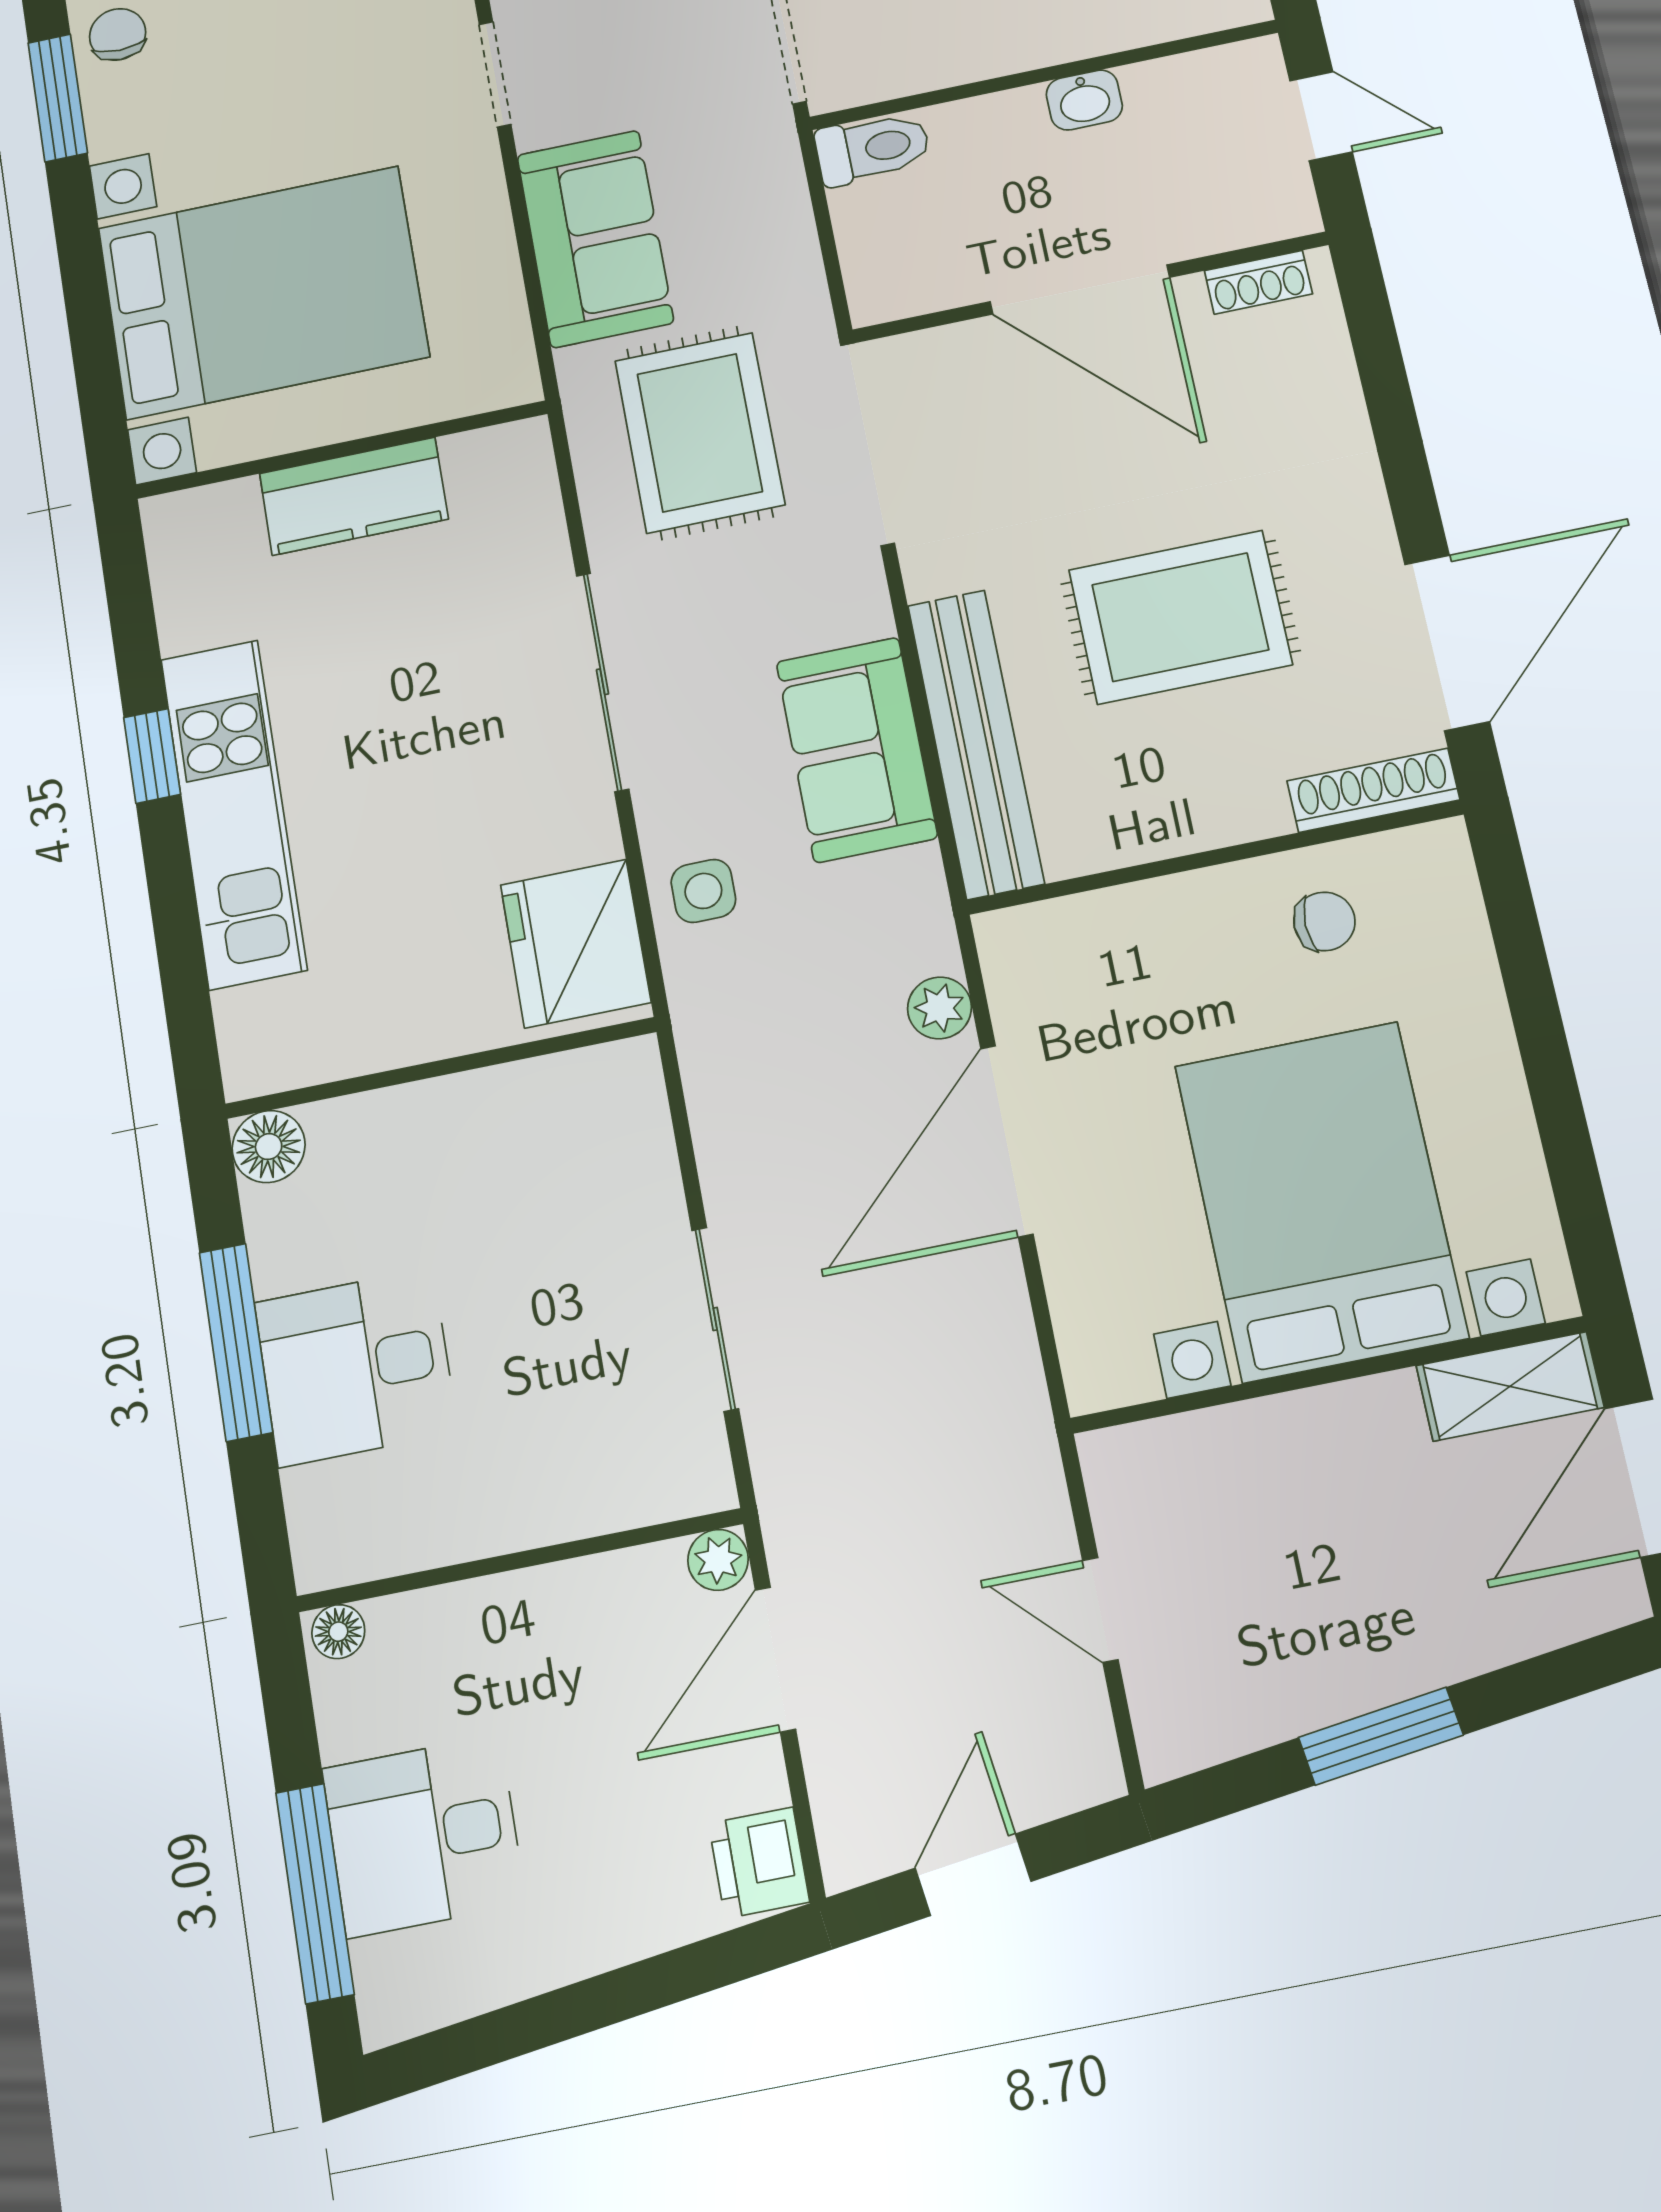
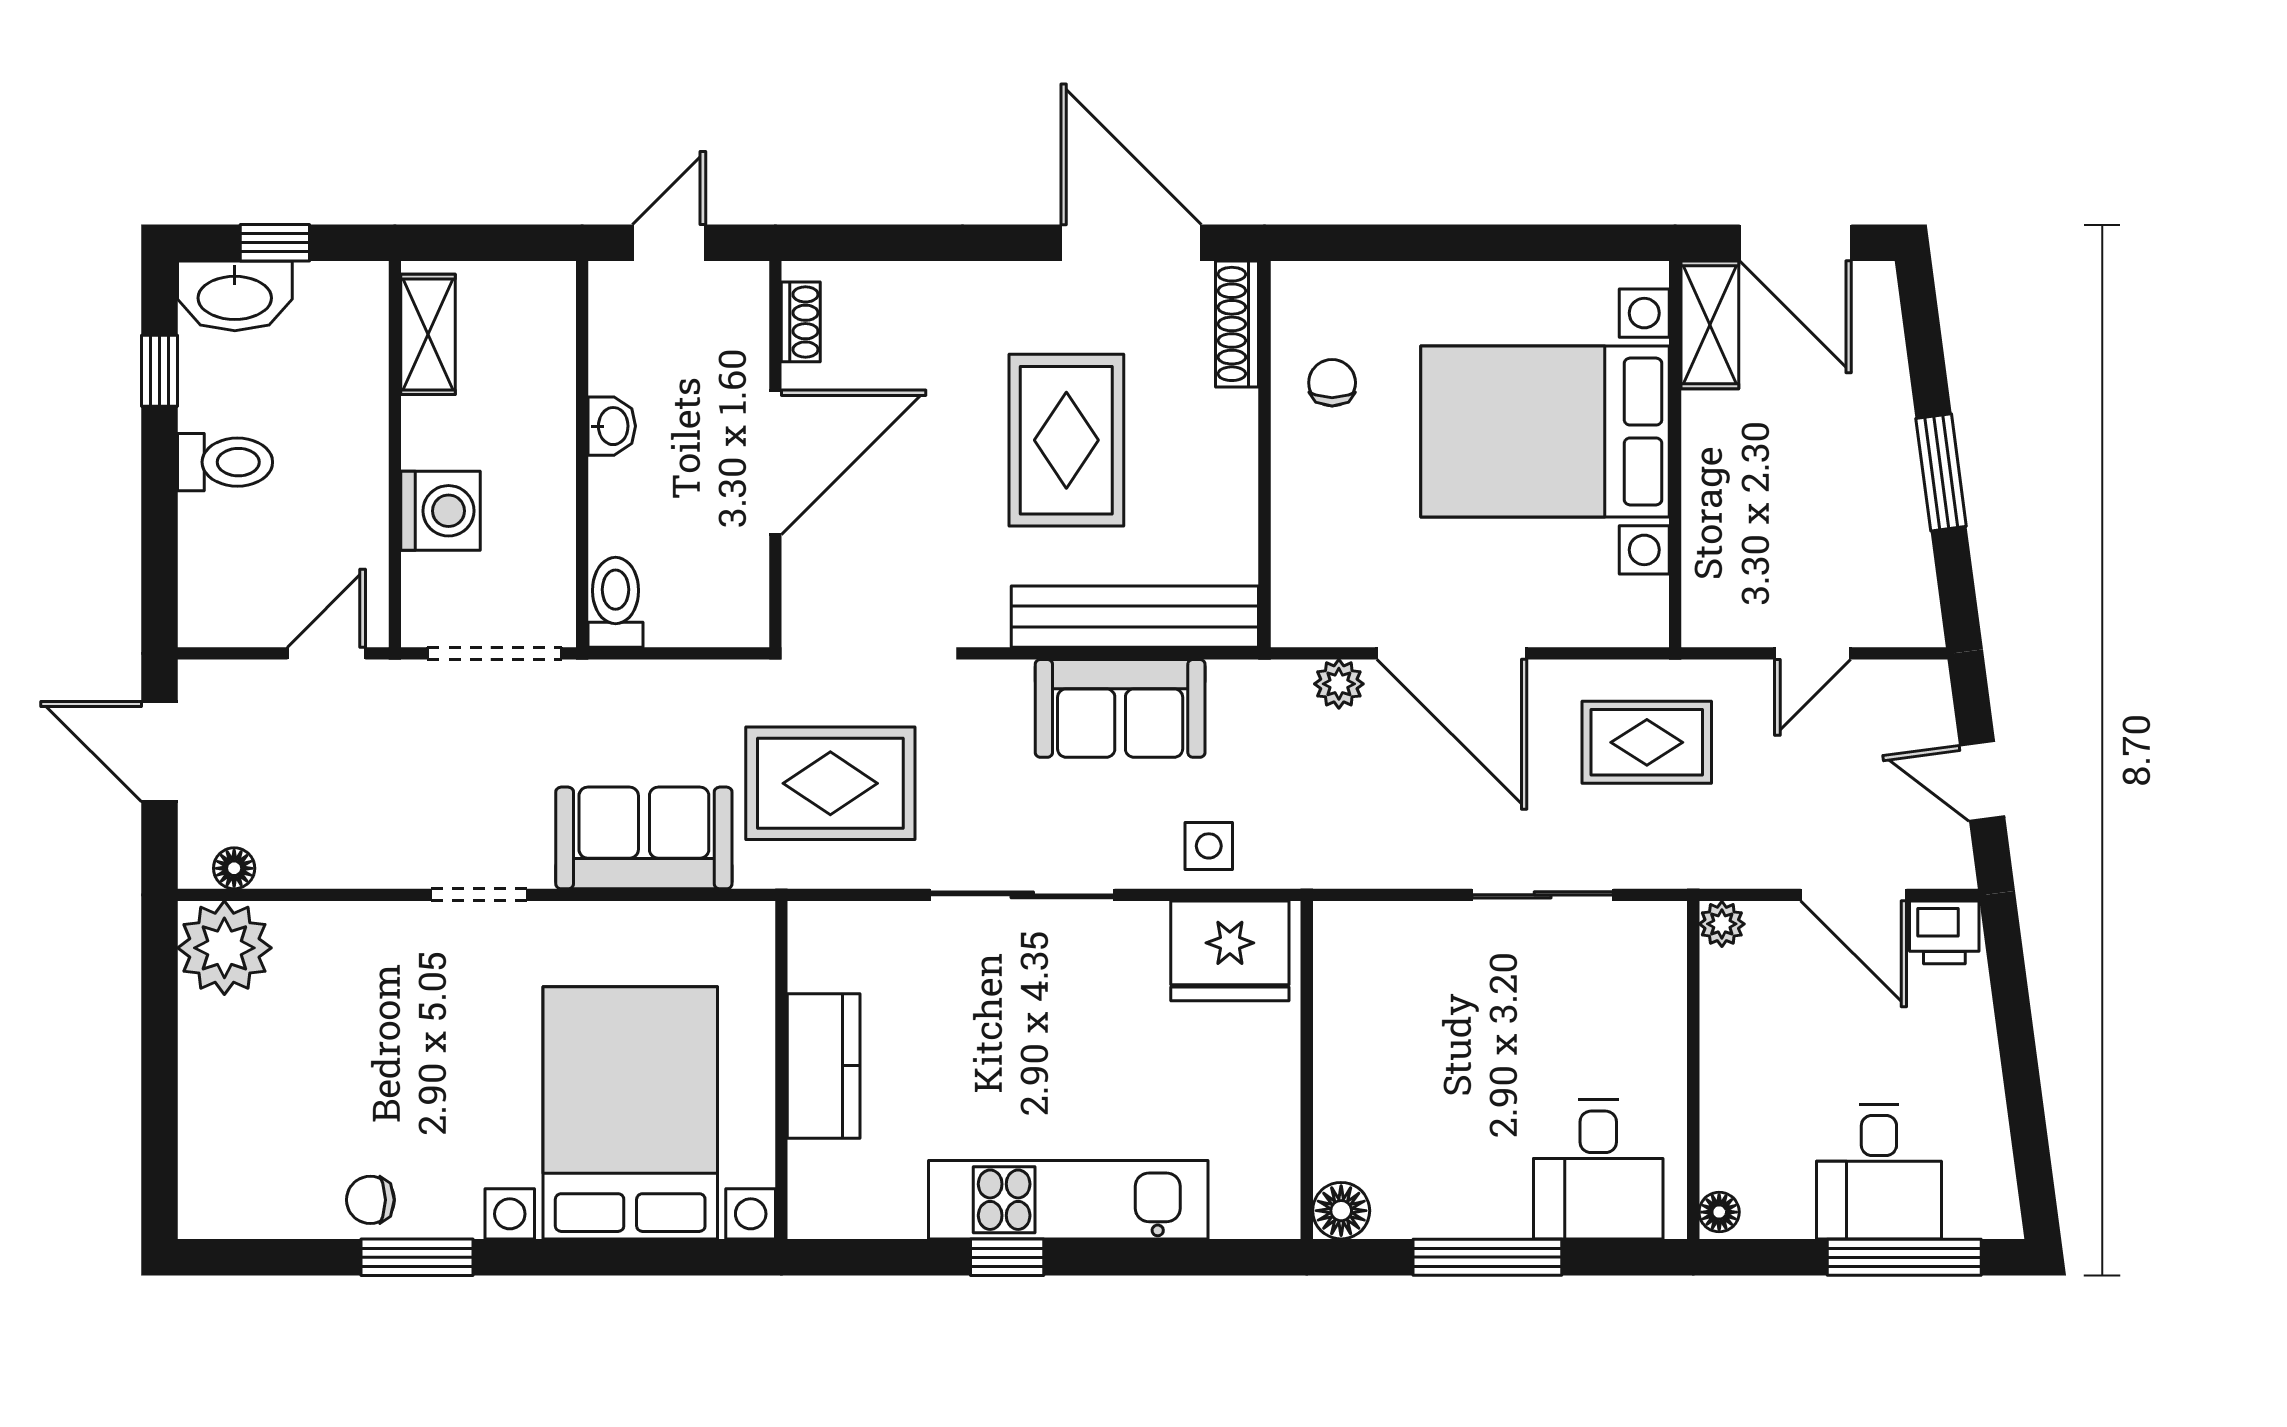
desk: (356, 1367) -> (1598, 1169), moved
rug: (939, 1414) -> (1647, 742), added
door: (775, 1659) -> (1854, 895), moved

